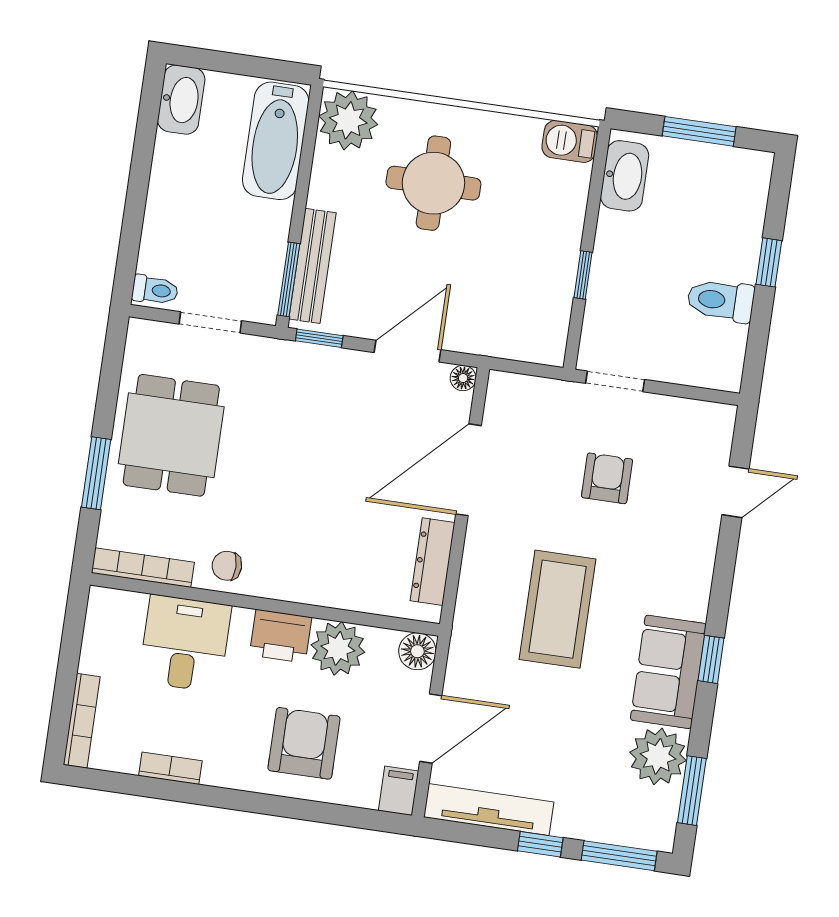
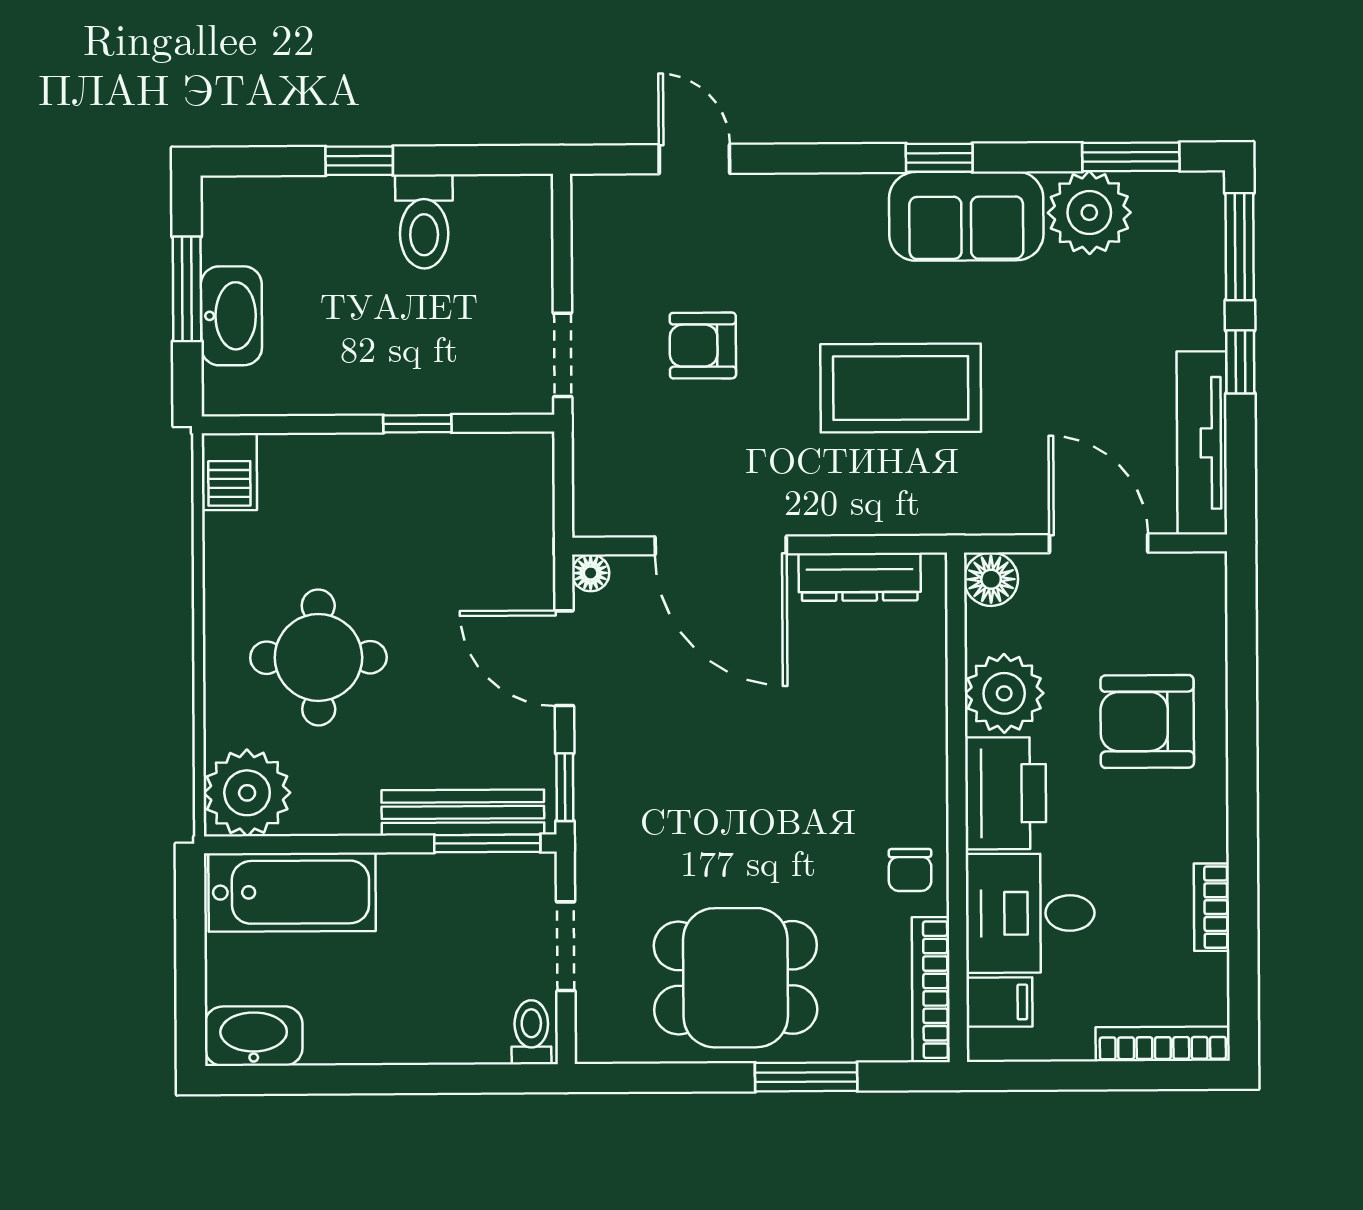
washbasin: (625, 176) -> (231, 316), moved, turned 90
printer: (281, 636) -> (1006, 793), width x1.37, depth x1.19
filing cabinet: (399, 791) -> (999, 1002), moved, turned 180

